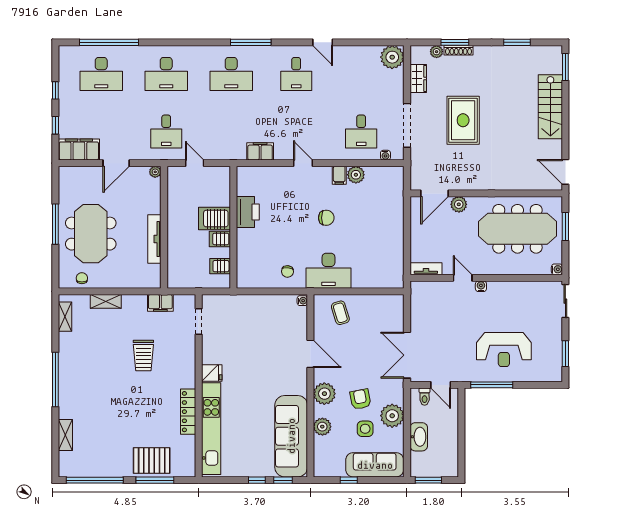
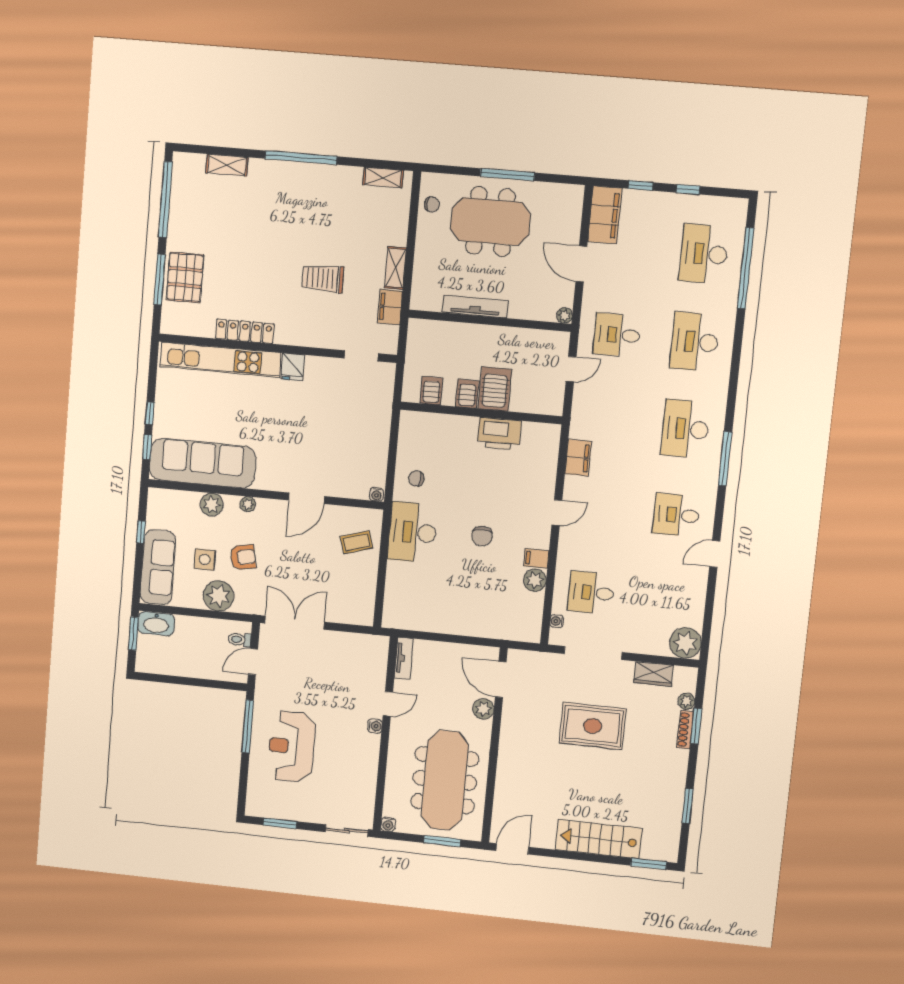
shelving: (106, 301) -> (395, 268), moved
plant: (324, 394) -> (248, 504), width x0.53, depth x0.53
washbasin: (419, 437) -> (156, 624), moved

